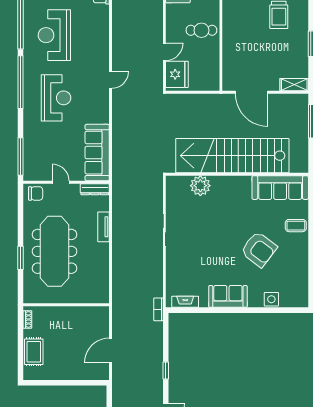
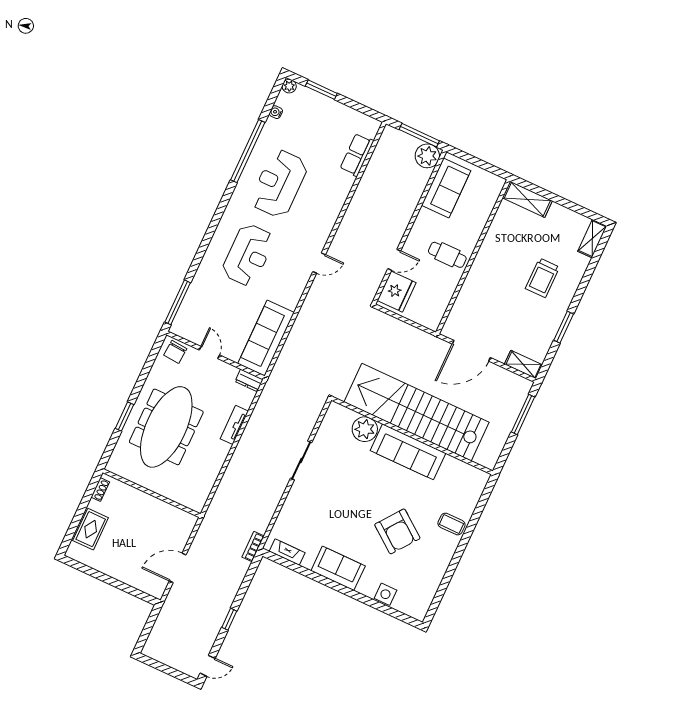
window: (20, 82) -> (216, 219), removed
door: (252, 92) -> (471, 351), hinge flipped
sofa: (280, 188) -> (408, 452), moved
dresser: (95, 189) -> (249, 380), width x0.70
chair: (36, 193) -> (175, 352), turned 94

